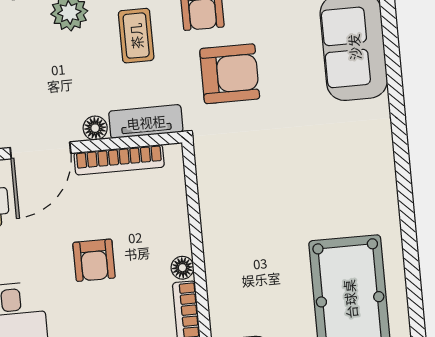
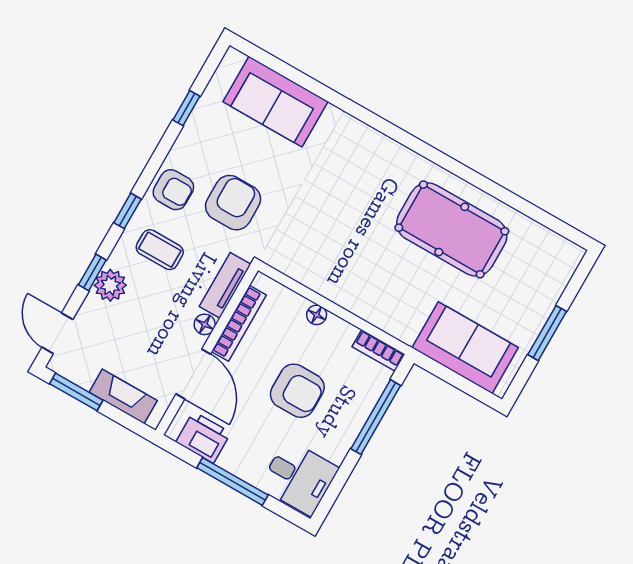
armchair: (94, 260) -> (297, 391), width x1.38, depth x1.38
floor lamp: (182, 268) -> (317, 315), moved

